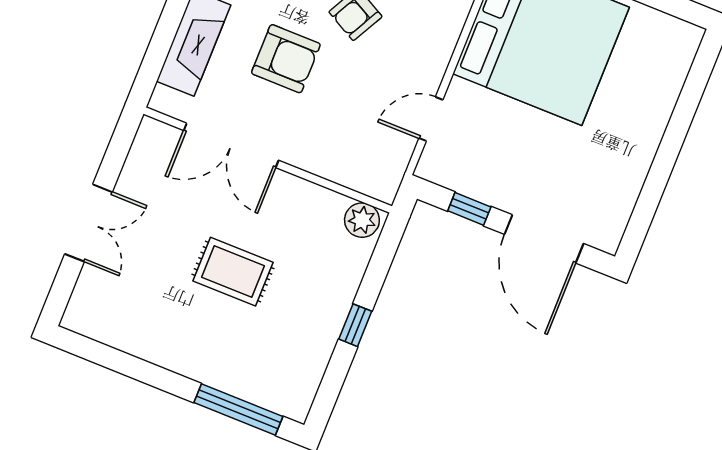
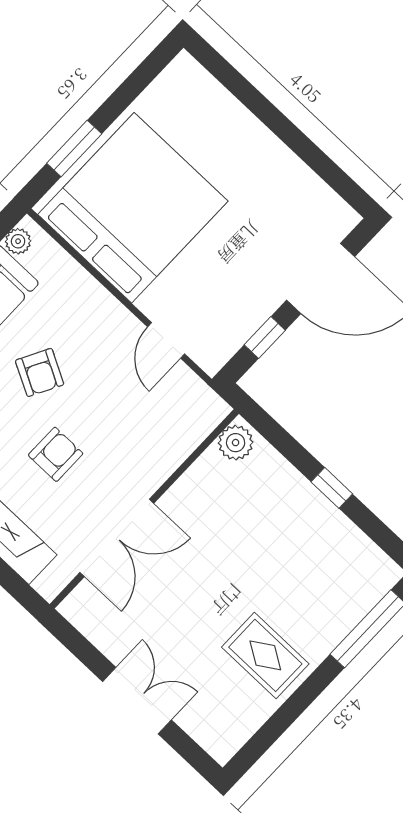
armchair: (286, 59) -> (56, 454), width x0.72, depth x0.72
rug: (233, 272) -> (265, 655), moved, turned 90

